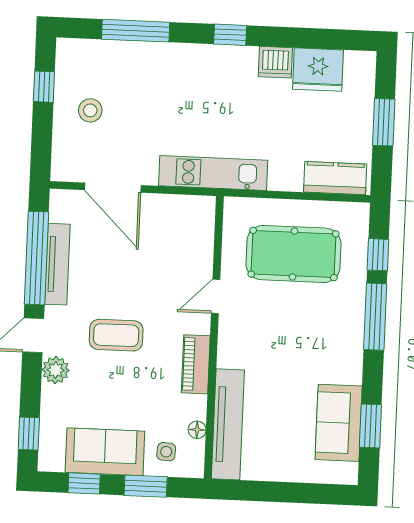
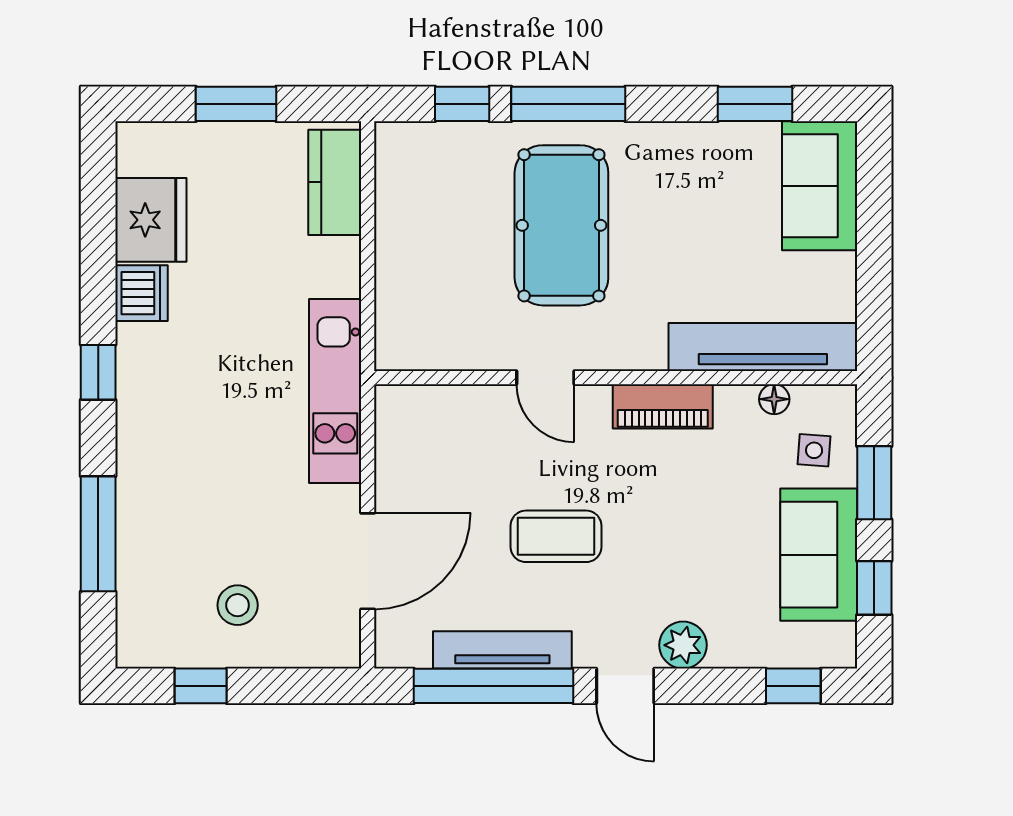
pool table: (294, 254) -> (561, 225), moved
coffee table: (116, 335) -> (556, 536), moved, turned 90
sofa: (339, 423) -> (820, 186), moved, turned 90

